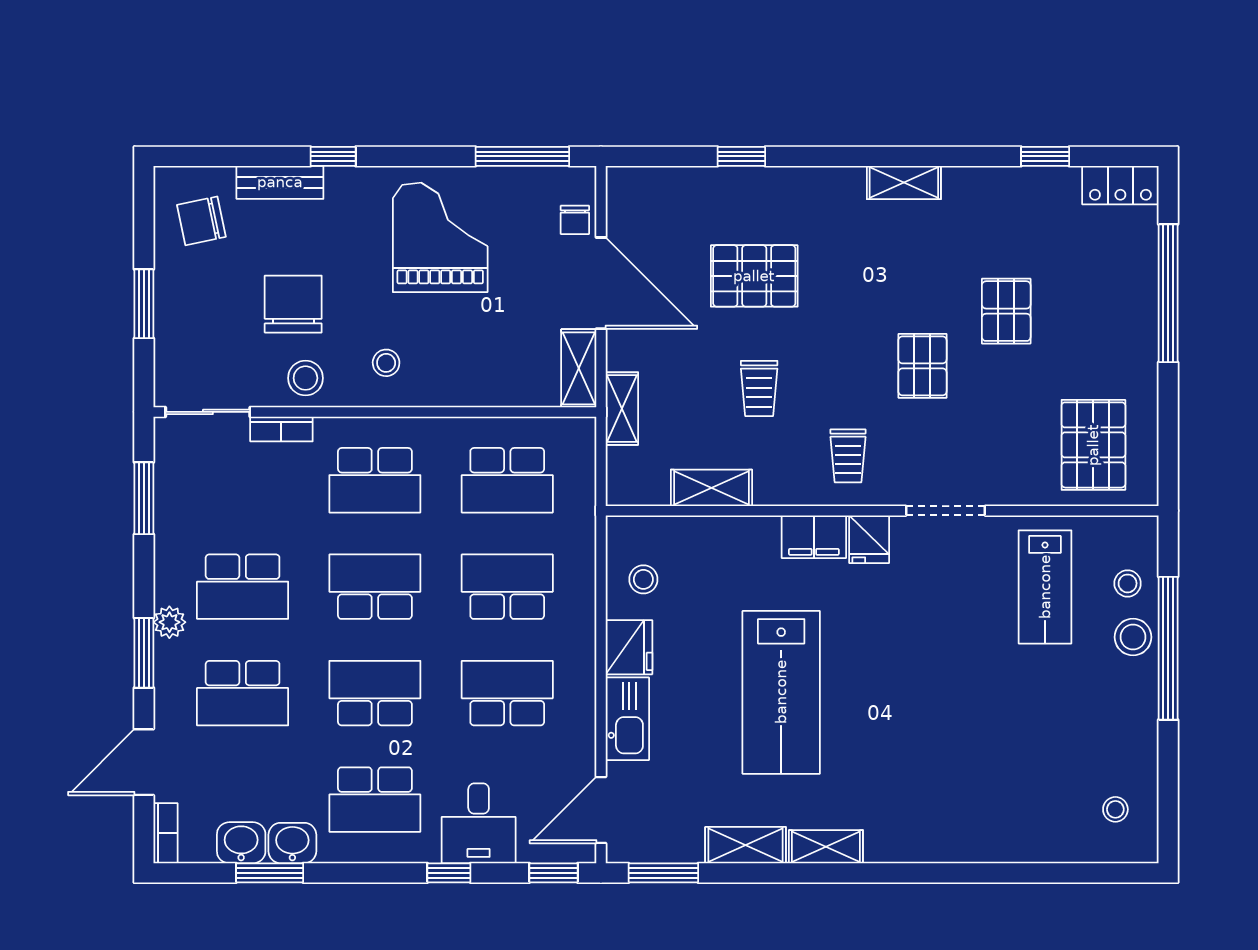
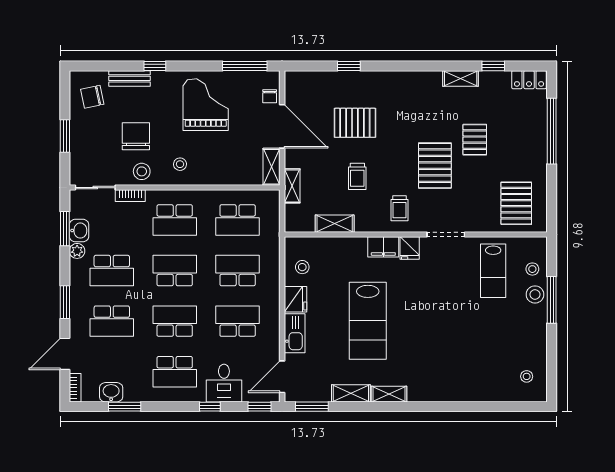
shelving: (904, 182) -> (461, 78), moved
pallet: (922, 366) -> (435, 166), width x1.50, depth x1.42
plant: (169, 622) -> (77, 251), moved
window: (1168, 648) -> (552, 300), width x0.68
washbasin: (292, 843) -> (79, 231), moved, turned 90

